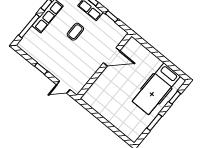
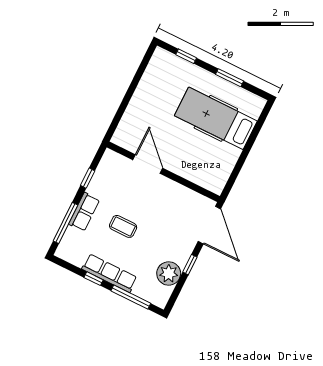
plant: (38, 54) -> (169, 273), added
door: (63, 87) -> (209, 225), width x1.87
hospital bed: (156, 89) -> (216, 118), moved, turned 180

